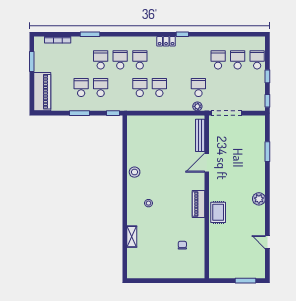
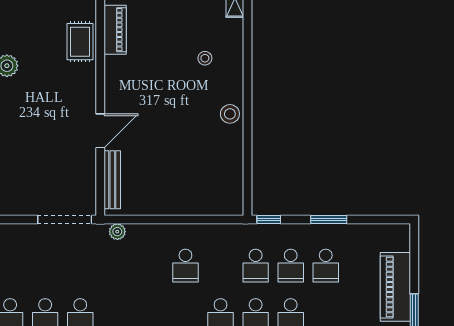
school desk: (140, 87) -> (256, 266), moved
school desk: (198, 87) -> (115, 266), removed
piano: (42, 92) -> (395, 287), moved
piano: (199, 204) -> (115, 30), moved

